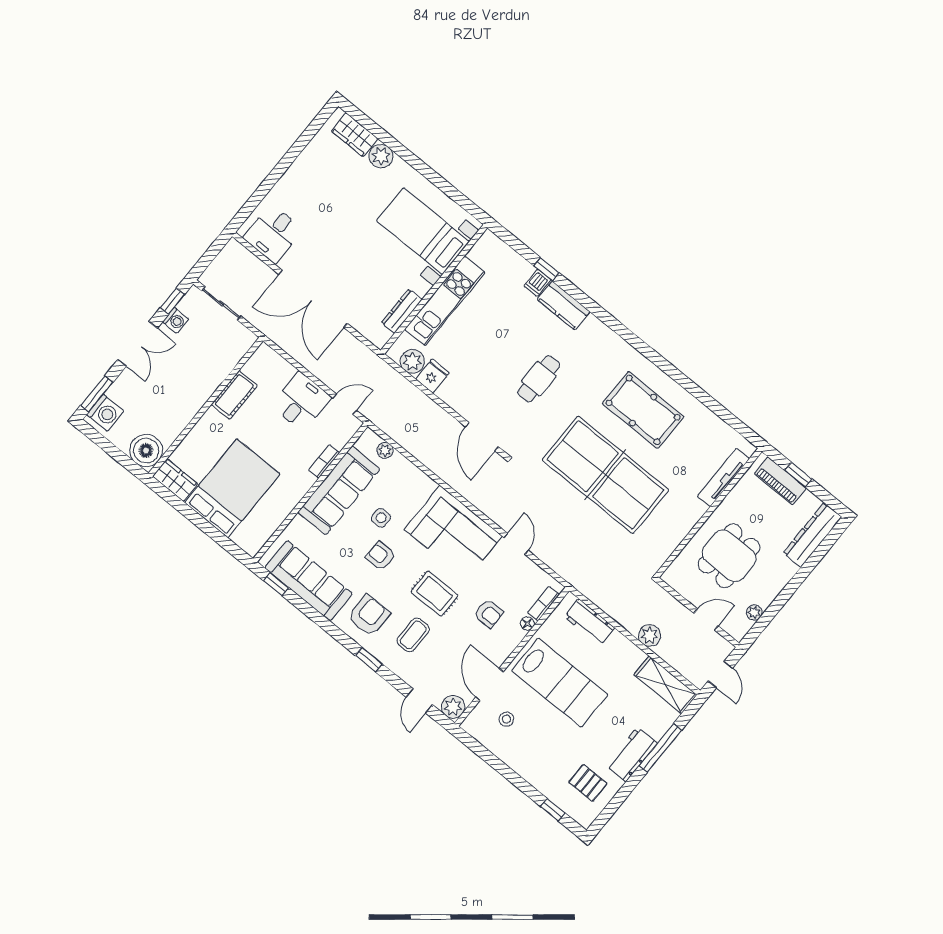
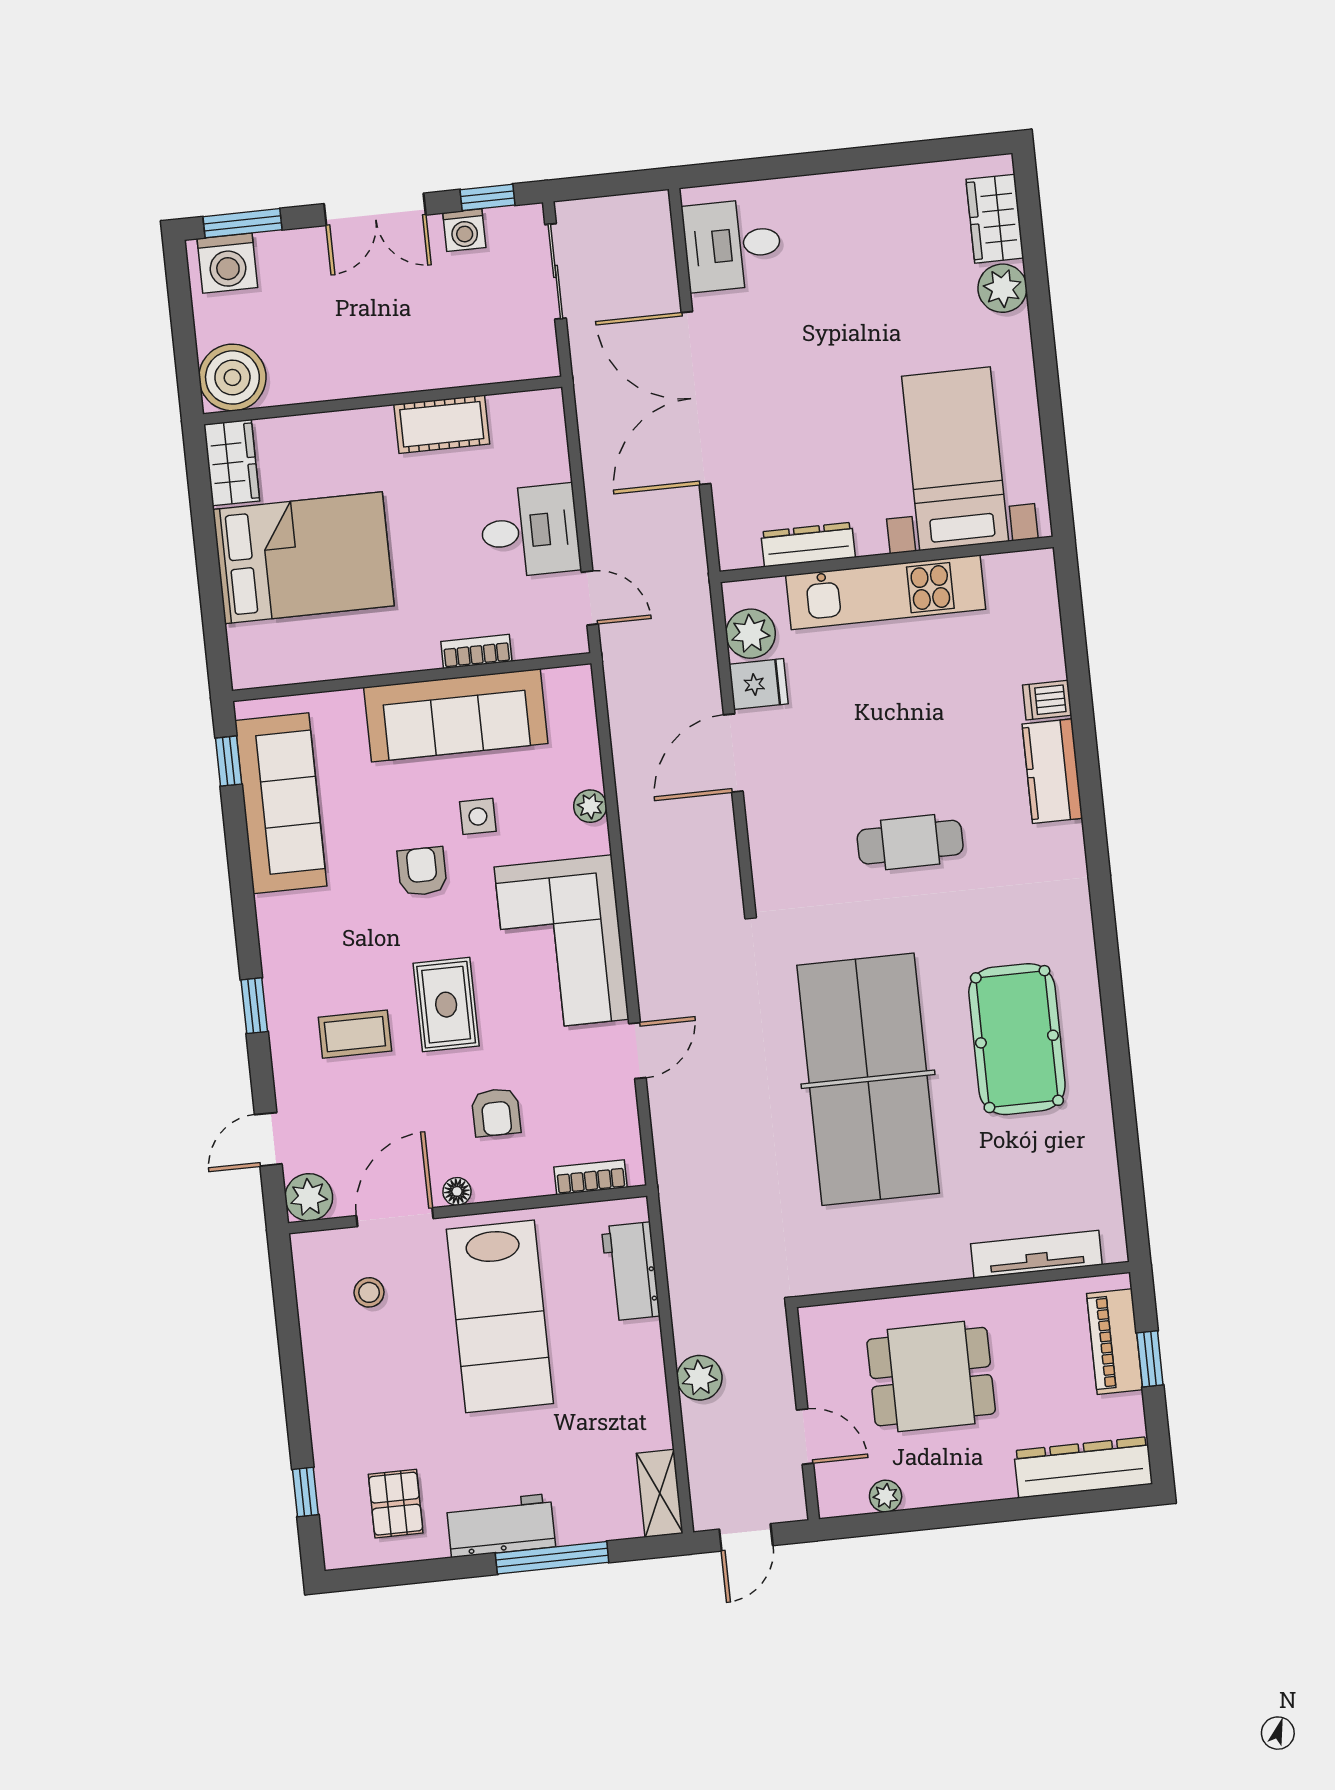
window: (546, 269) -> (1080, 693), removed
door: (482, 437) -> (733, 753), moved
plant: (385, 450) -> (590, 806), moved
armchair: (369, 615) -> (318, 941), removed
floor lamp: (527, 623) -> (457, 1191), moved
shelving: (665, 685) -> (660, 1493), width x0.67, depth x0.75

